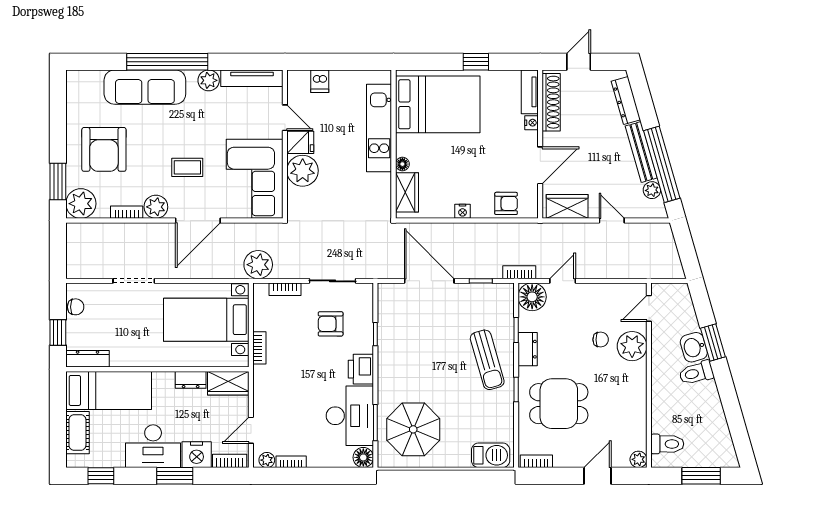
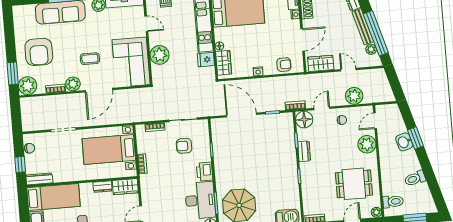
fridge: (300, 142) -> (206, 60), moved, turned 180
plant: (258, 265) -> (354, 96), moved
chair: (601, 340) -> (342, 120), moved
sun lounger: (487, 360) -> (280, 160), removed
toilet: (696, 373) -> (415, 178), moved
dining table: (559, 404) -> (354, 184), moved

